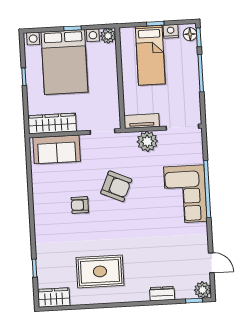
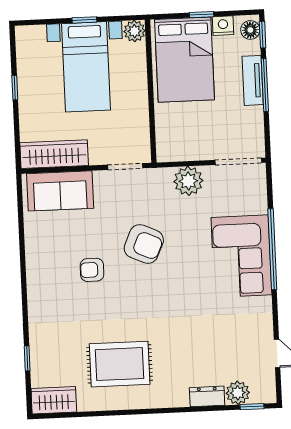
bed: (150, 55) -> (185, 60), width x1.50
bed with nightstands: (64, 62) -> (86, 67), width x0.73
tv unit: (142, 121) -> (253, 80), moved, turned -90
plant: (203, 290) -> (238, 393), moved

